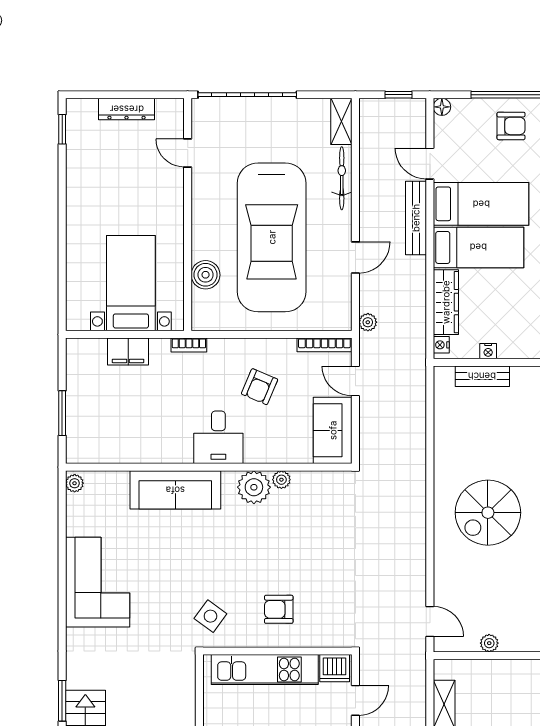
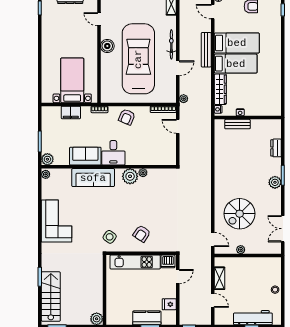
door: (430, 164) -> (213, 12), moved
bicycle: (342, 178) -> (171, 44), moved
car: (272, 237) -> (138, 59), turned 180
boiler: (206, 275) -> (107, 46), moved
armchair: (260, 387) -> (127, 117), moved
sofa: (333, 430) -> (85, 156), moved, turned 90
plant: (78, 451) -> (47, 159), added
spiral stairs: (488, 513) -> (240, 214), moved
armchair: (279, 609) -> (142, 234), turned -56

